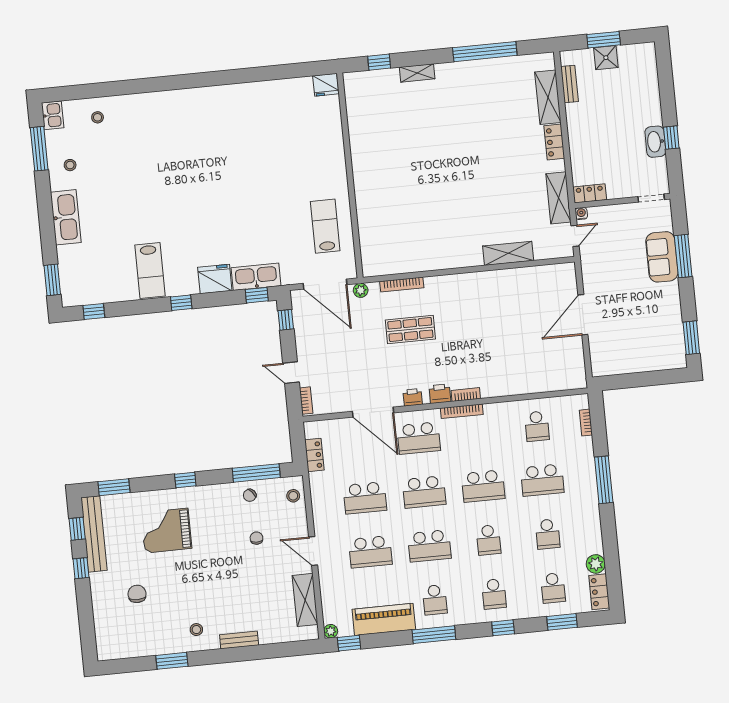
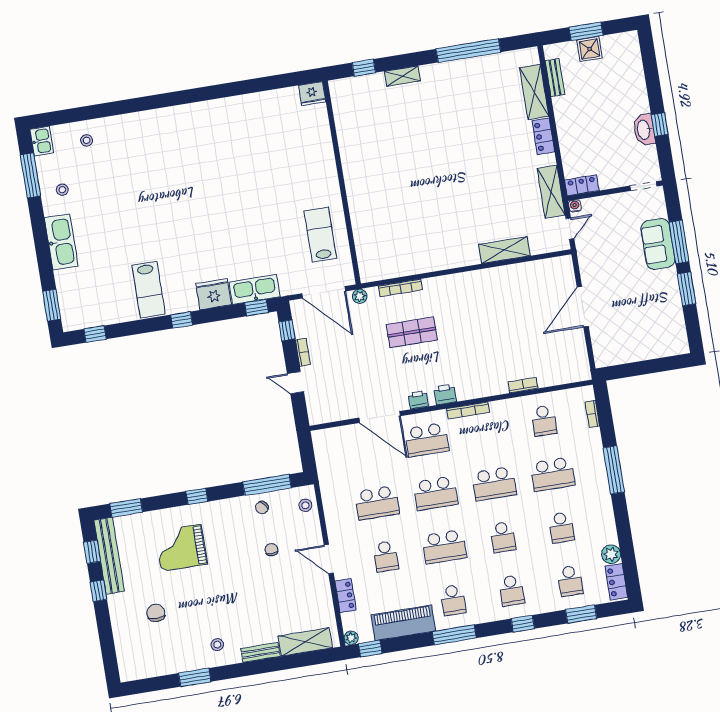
window: (691, 338) -> (687, 289), moved
bookcase: (466, 395) -> (523, 385), moved
bookcase: (306, 401) -> (303, 352), moved
locker: (314, 455) -> (345, 596), moved
school desk: (370, 552) -> (386, 556), width x0.54
shelving: (305, 600) -> (305, 642), moved, turned 90

